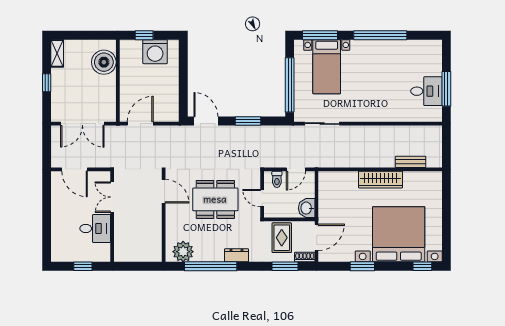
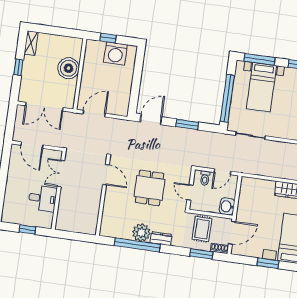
boiler: (104, 62) -> (68, 68), moved
door: (206, 121) -> (151, 119), hinge flipped
dining table: (215, 199) -> (149, 188), width x0.73
plant: (183, 252) -> (141, 233), moved

